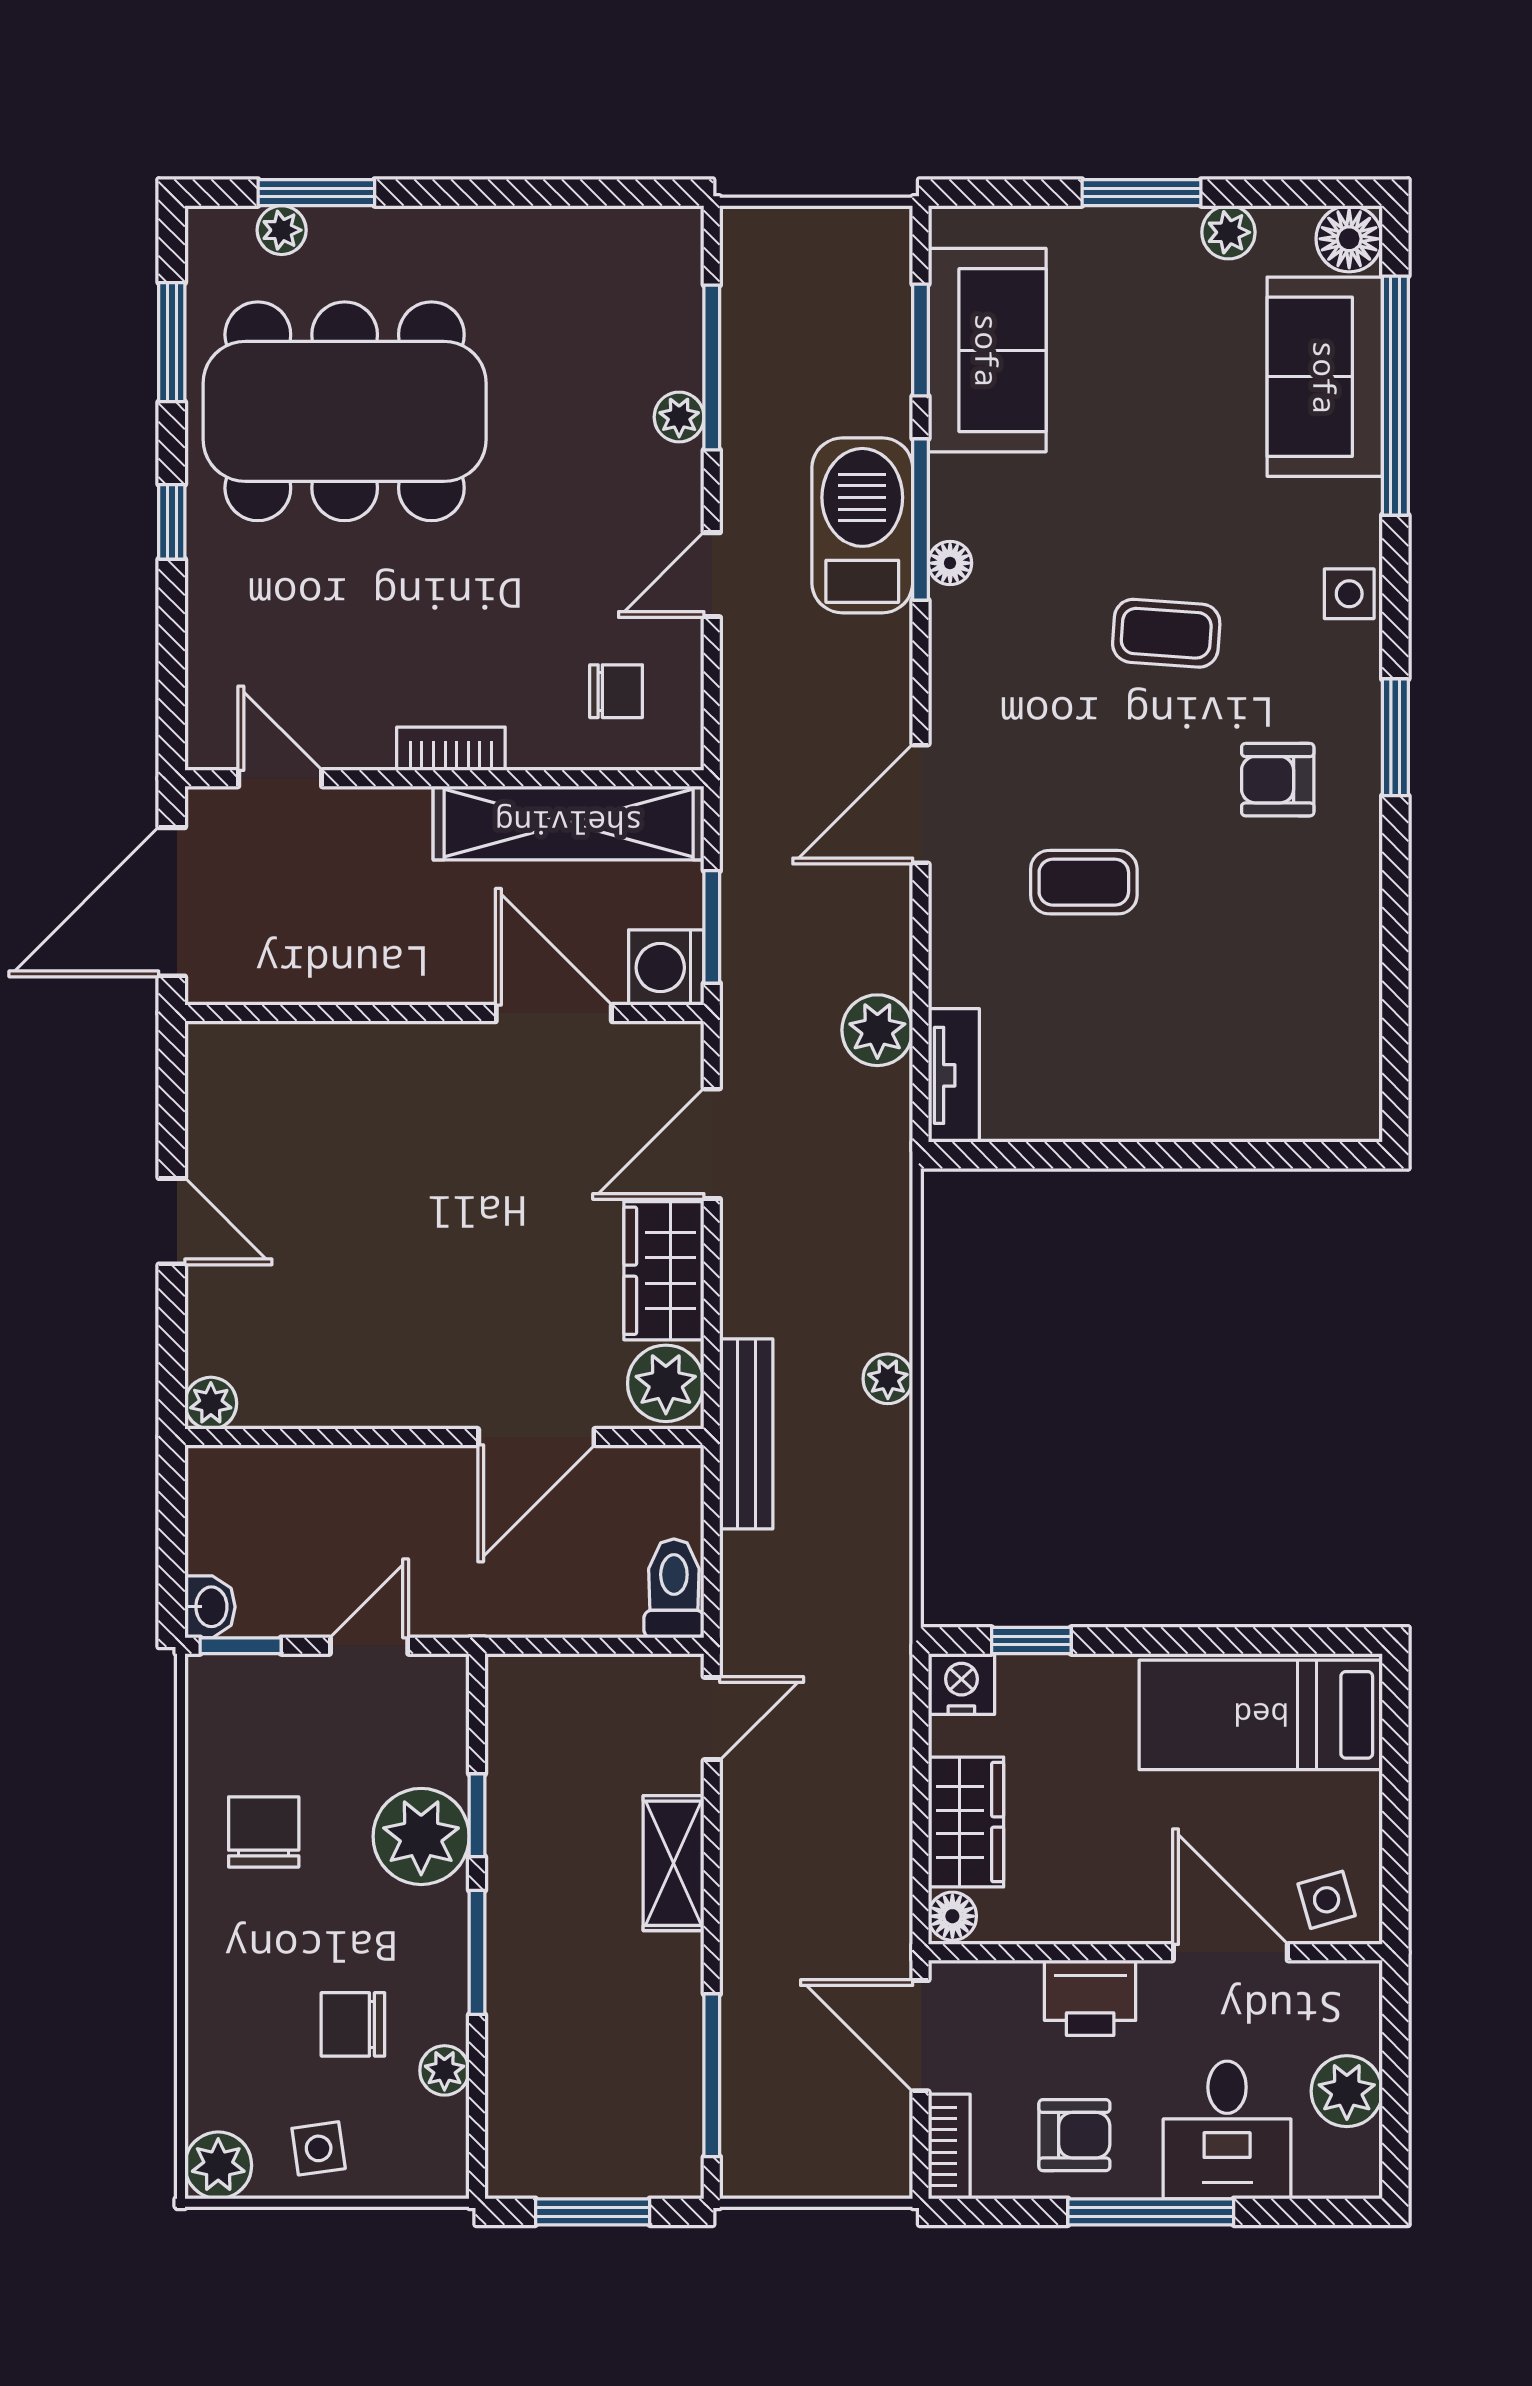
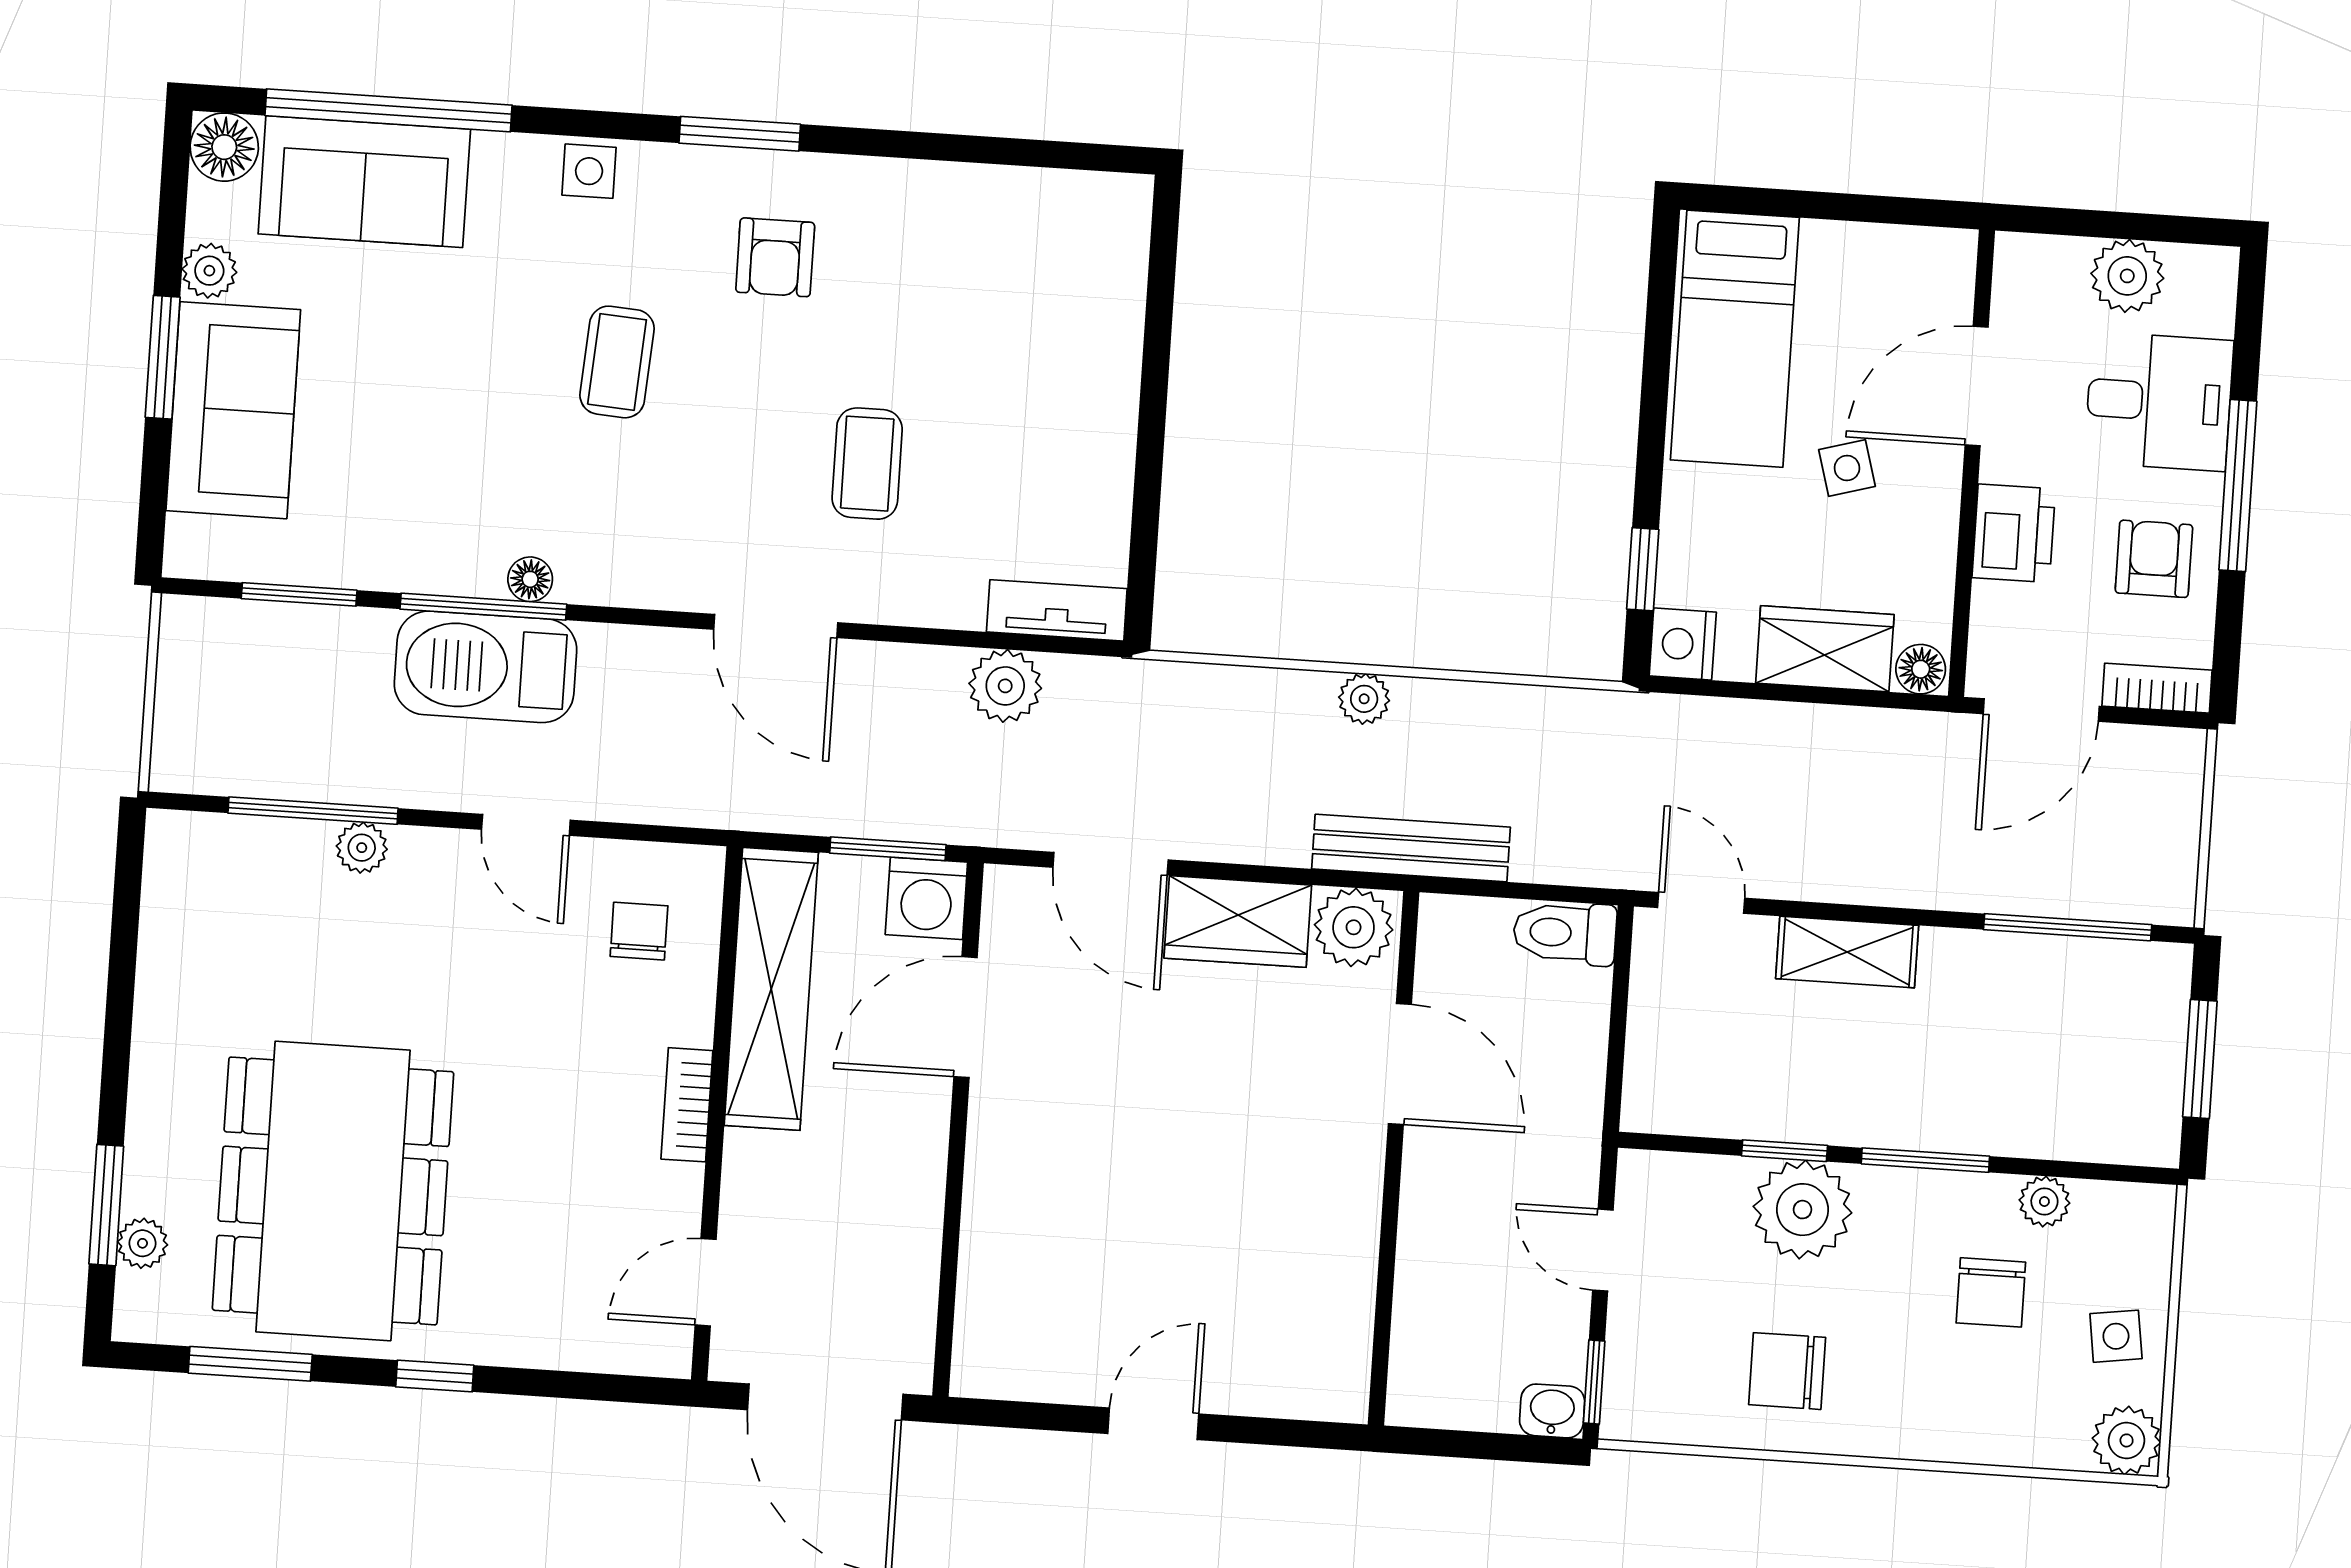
sofa: (987, 350) -> (233, 410), moved, turned 90
plant: (211, 1403) -> (1343, 1396), removed
side table: (1327, 1900) -> (1847, 468), moved

